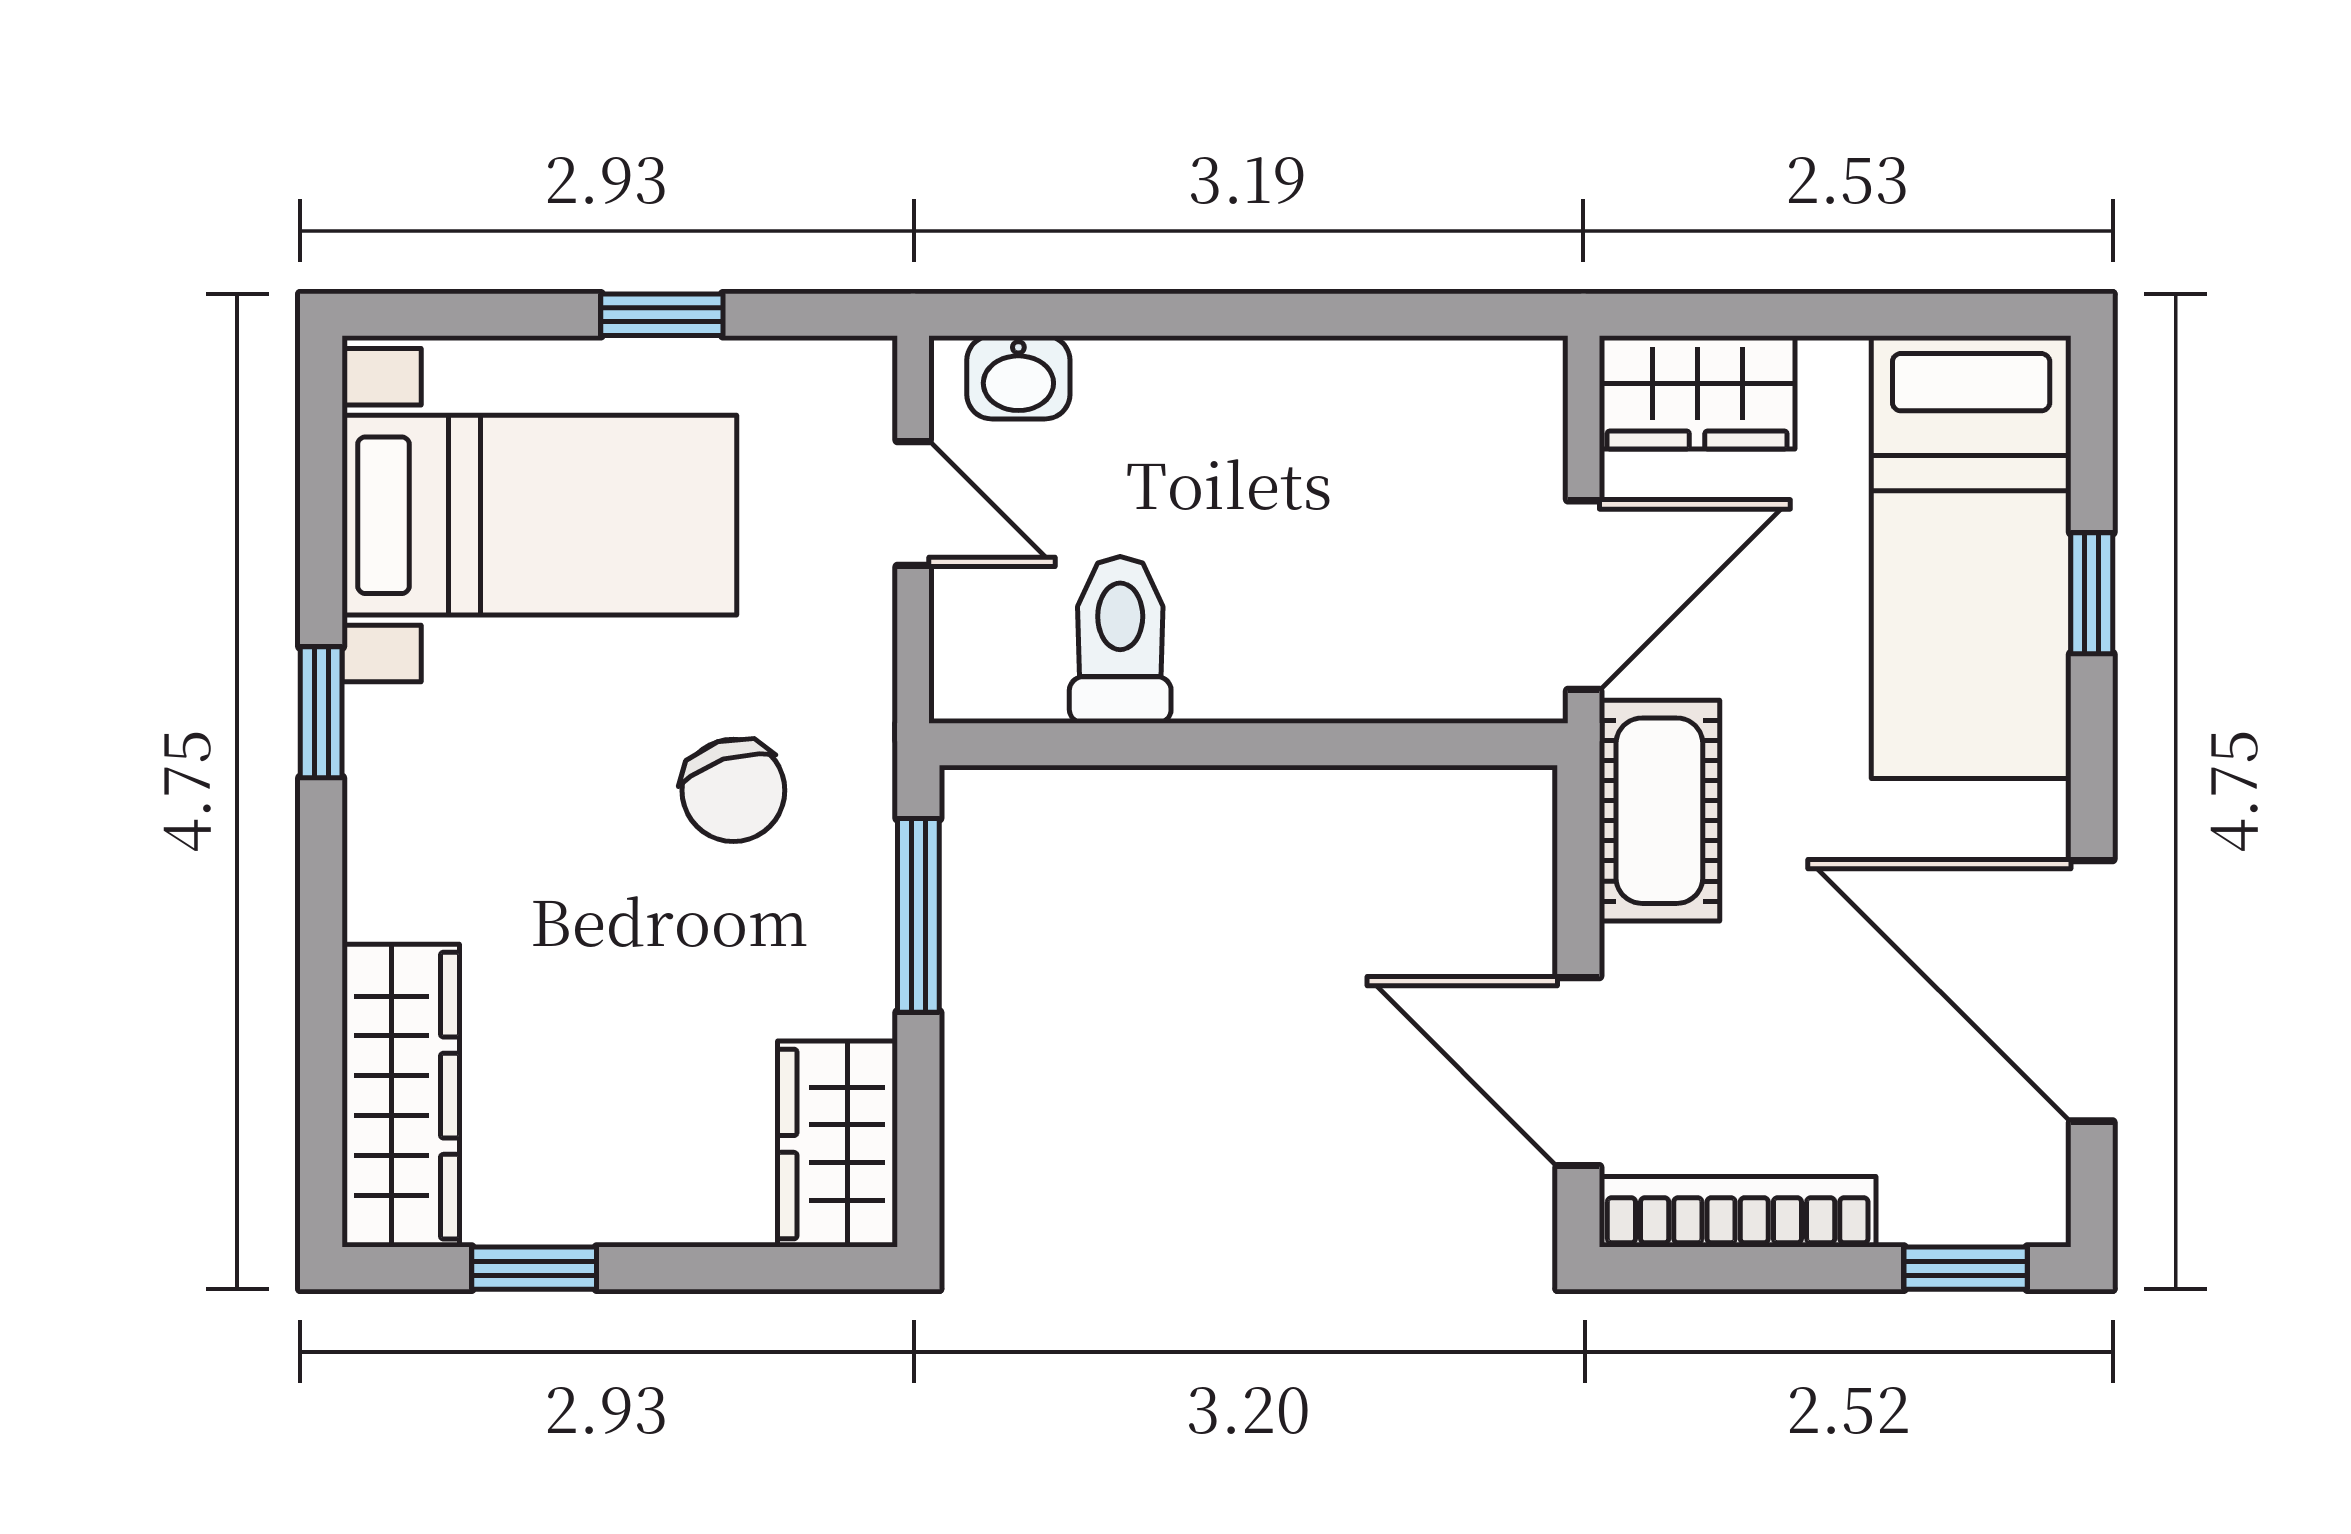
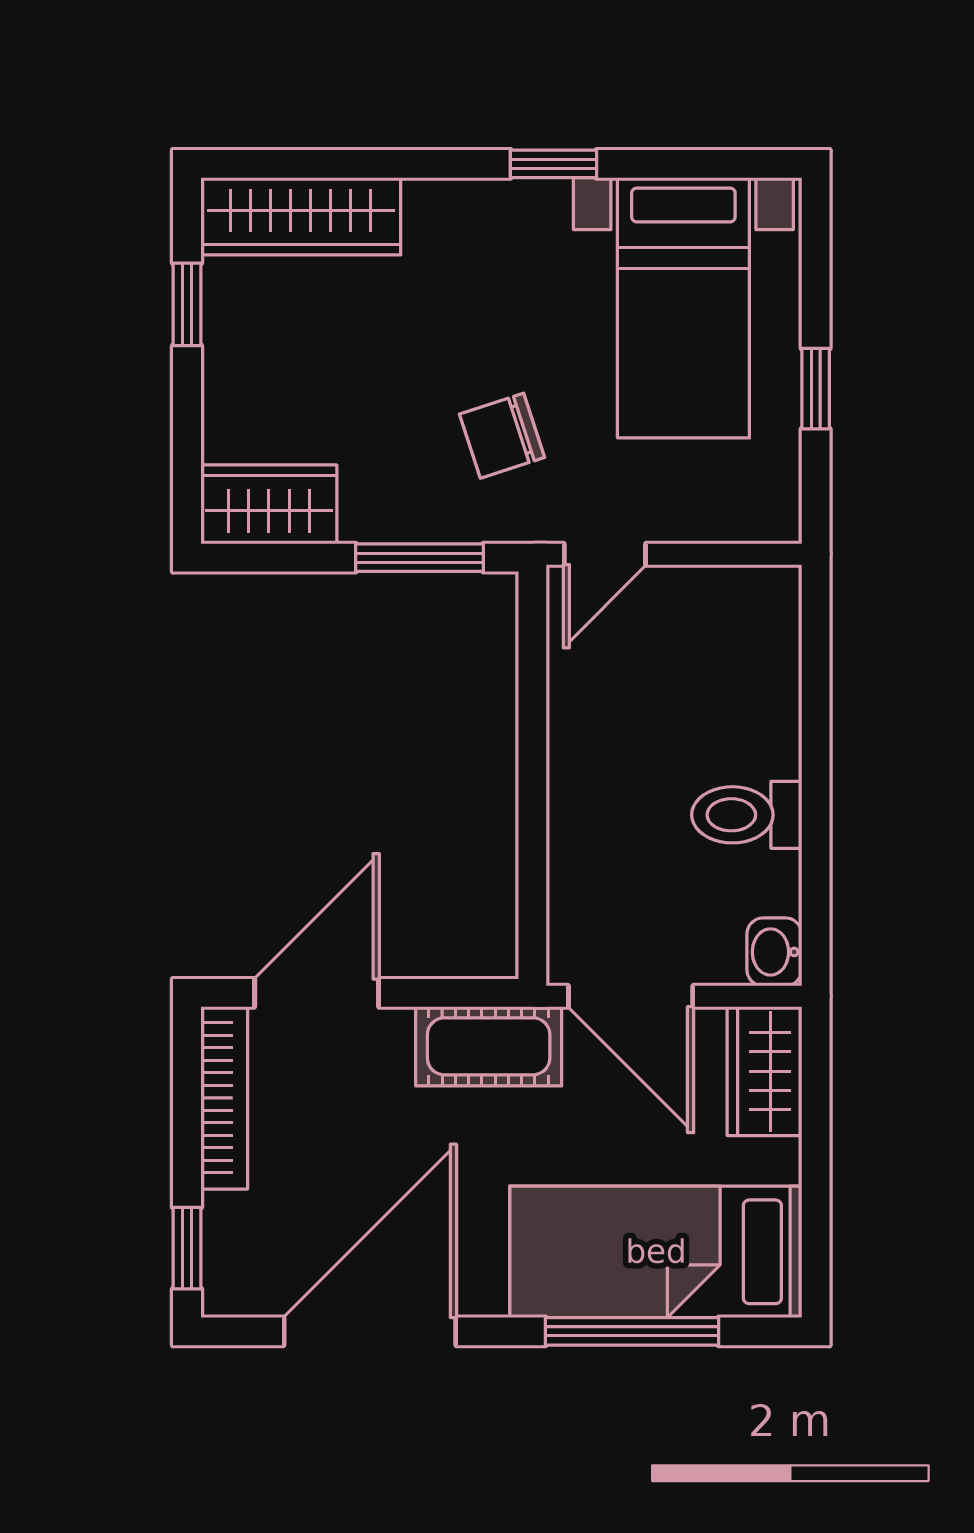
washbasin: (1018, 377) -> (774, 952), moved
door: (913, 503) -> (605, 554), moved
window: (2092, 593) -> (632, 1331), width x2.17
toilet: (1120, 640) -> (747, 815), moved, turned 180

